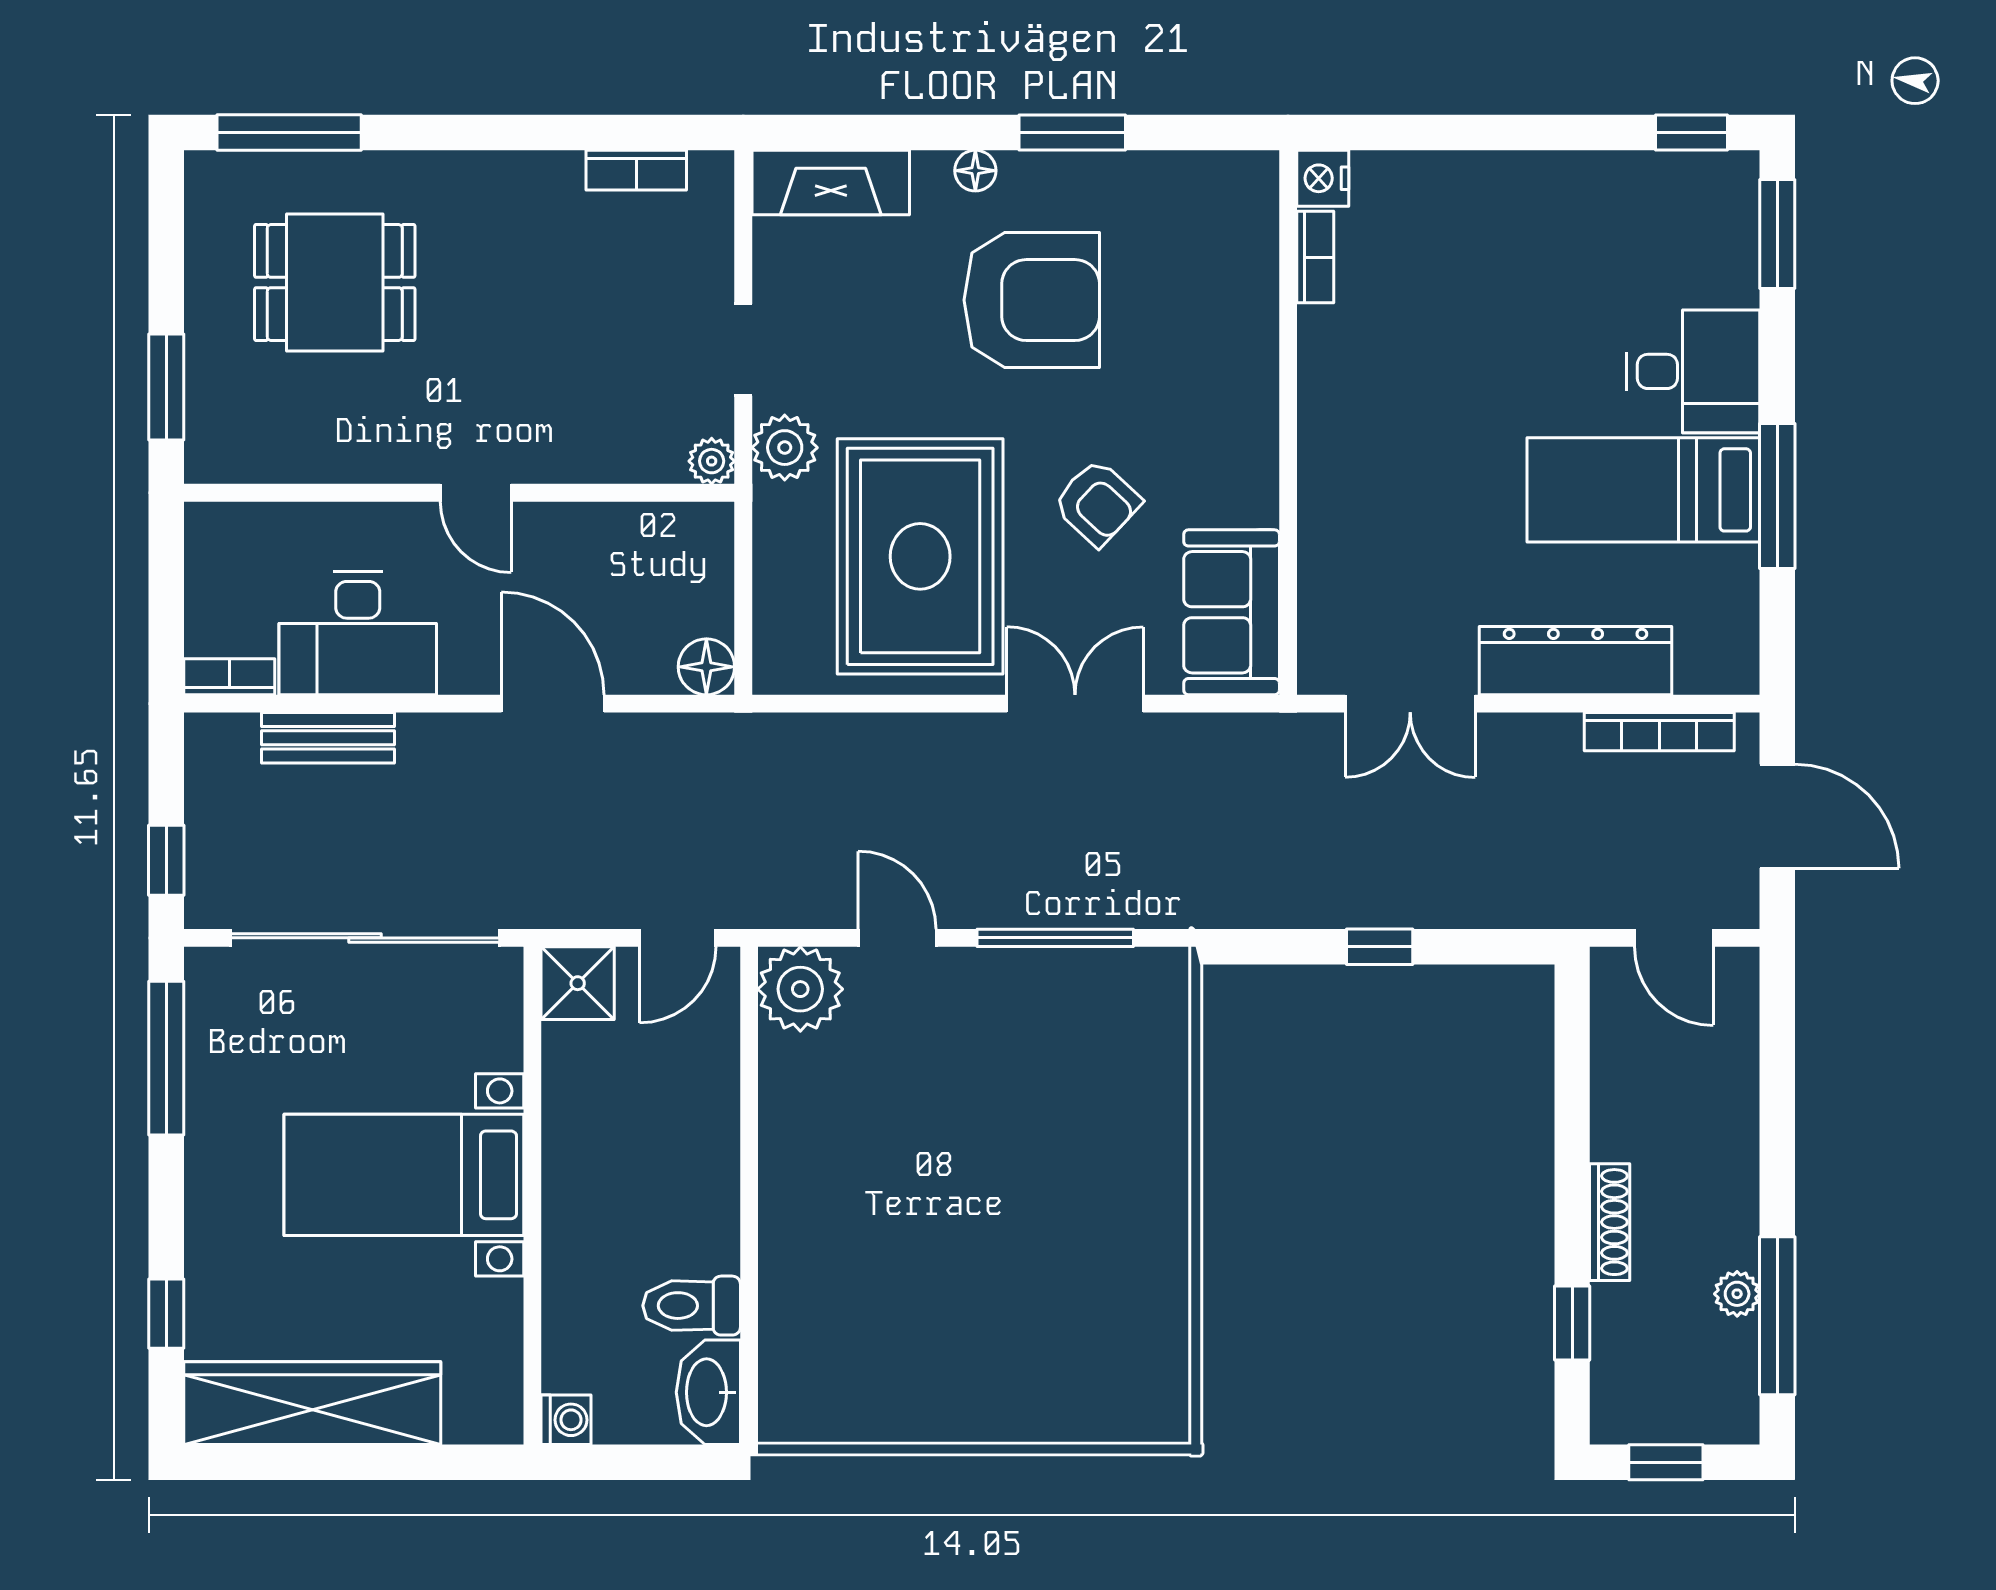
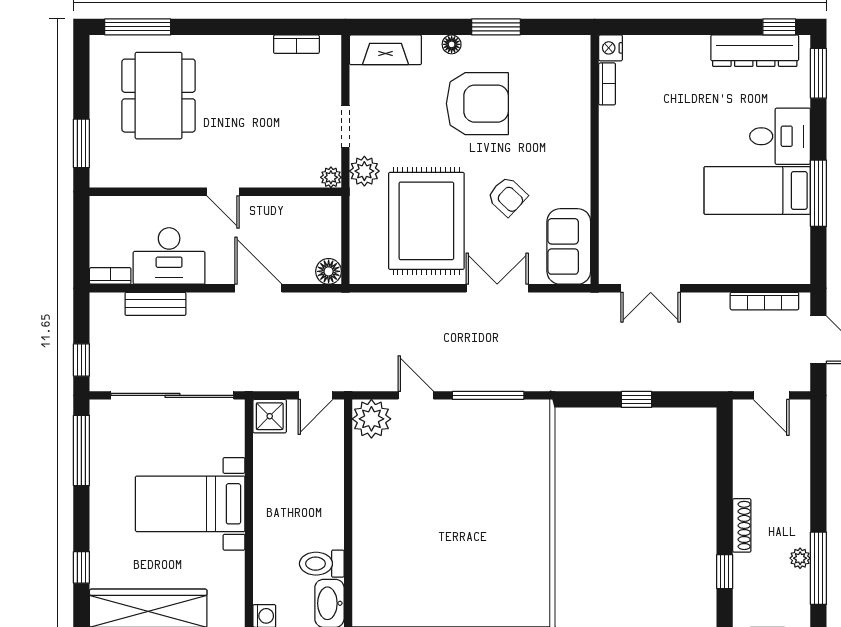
dining table: (335, 282) -> (159, 96), width x1.38
dresser: (1576, 661) -> (755, 51), moved, turned 180

